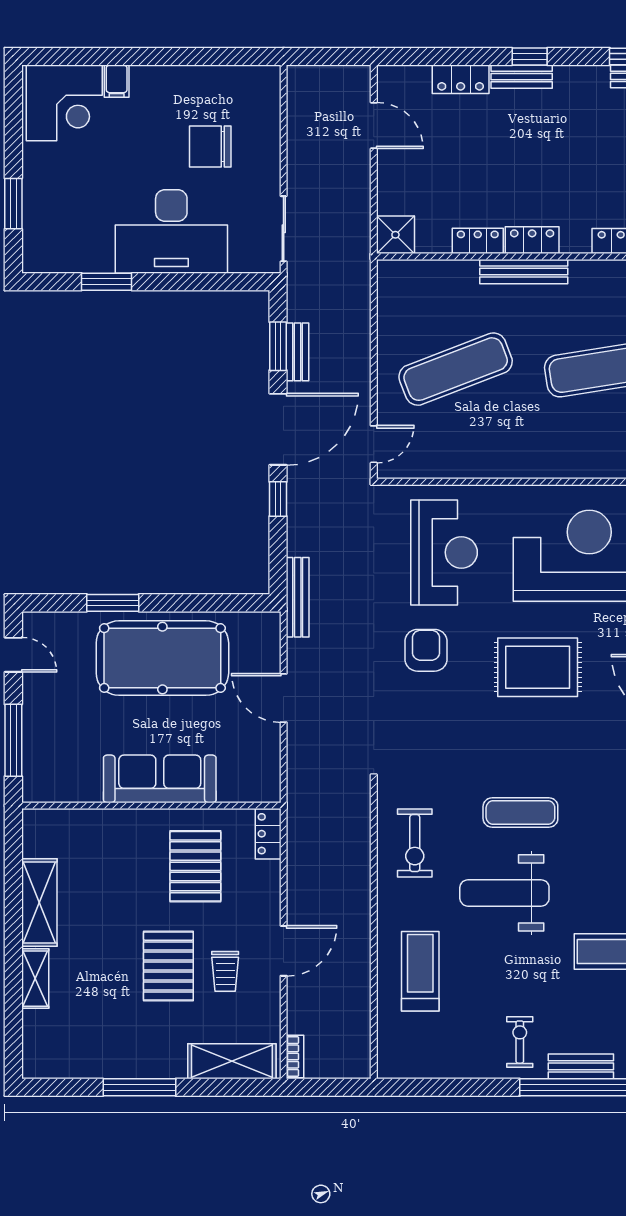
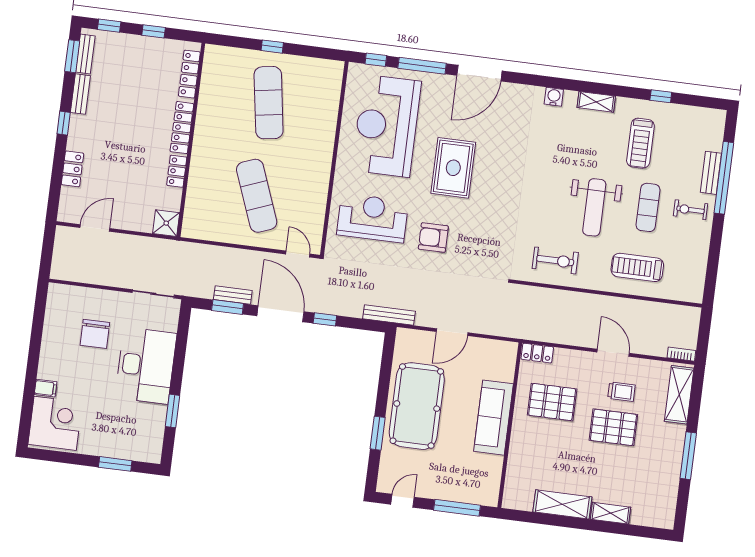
bench: (522, 77) -> (80, 94), moved
locker: (532, 240) -> (182, 128), width x1.53
bench: (524, 272) -> (200, 144), removed
exercise mat: (520, 813) -> (648, 207), moved

